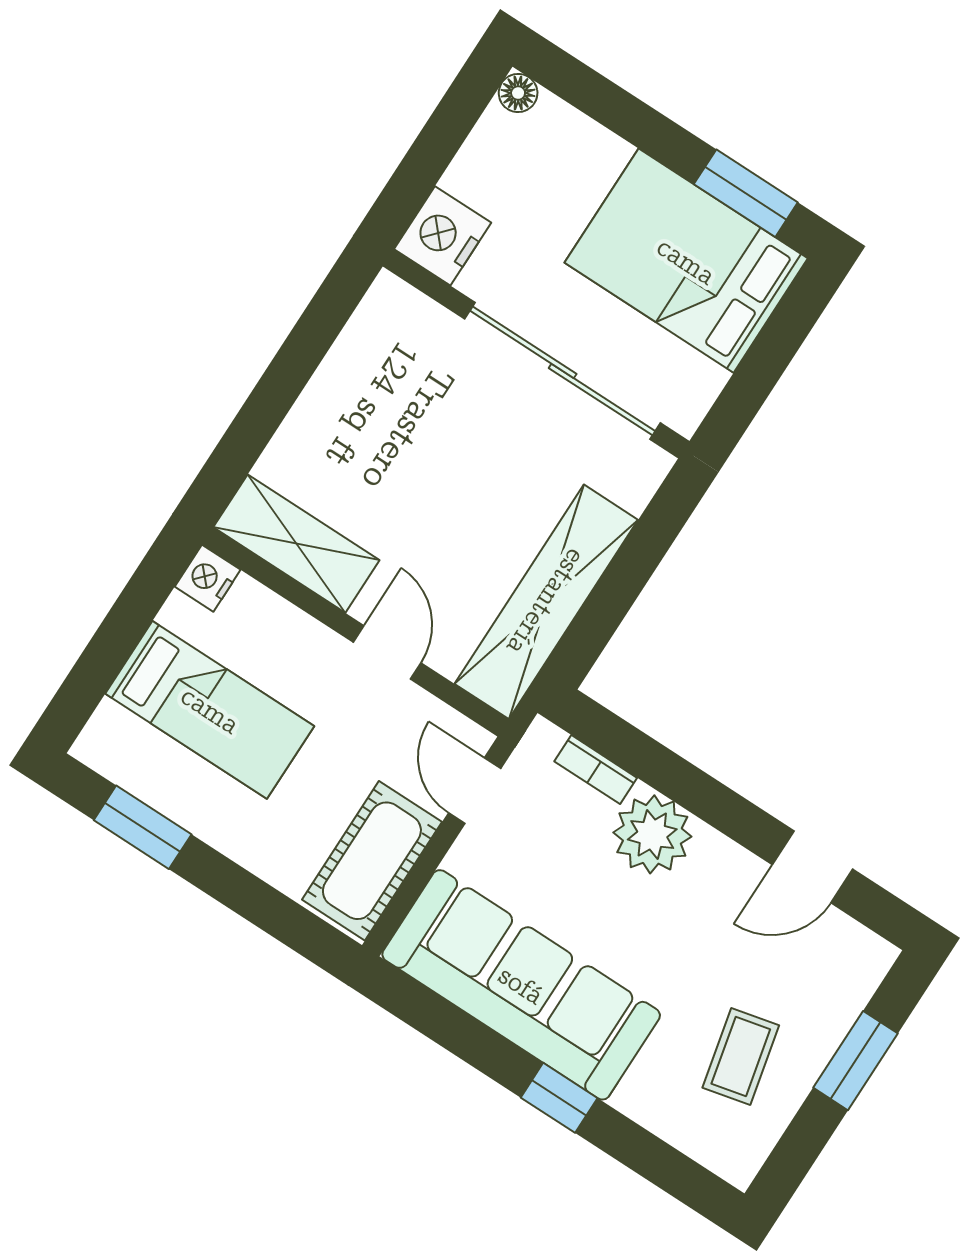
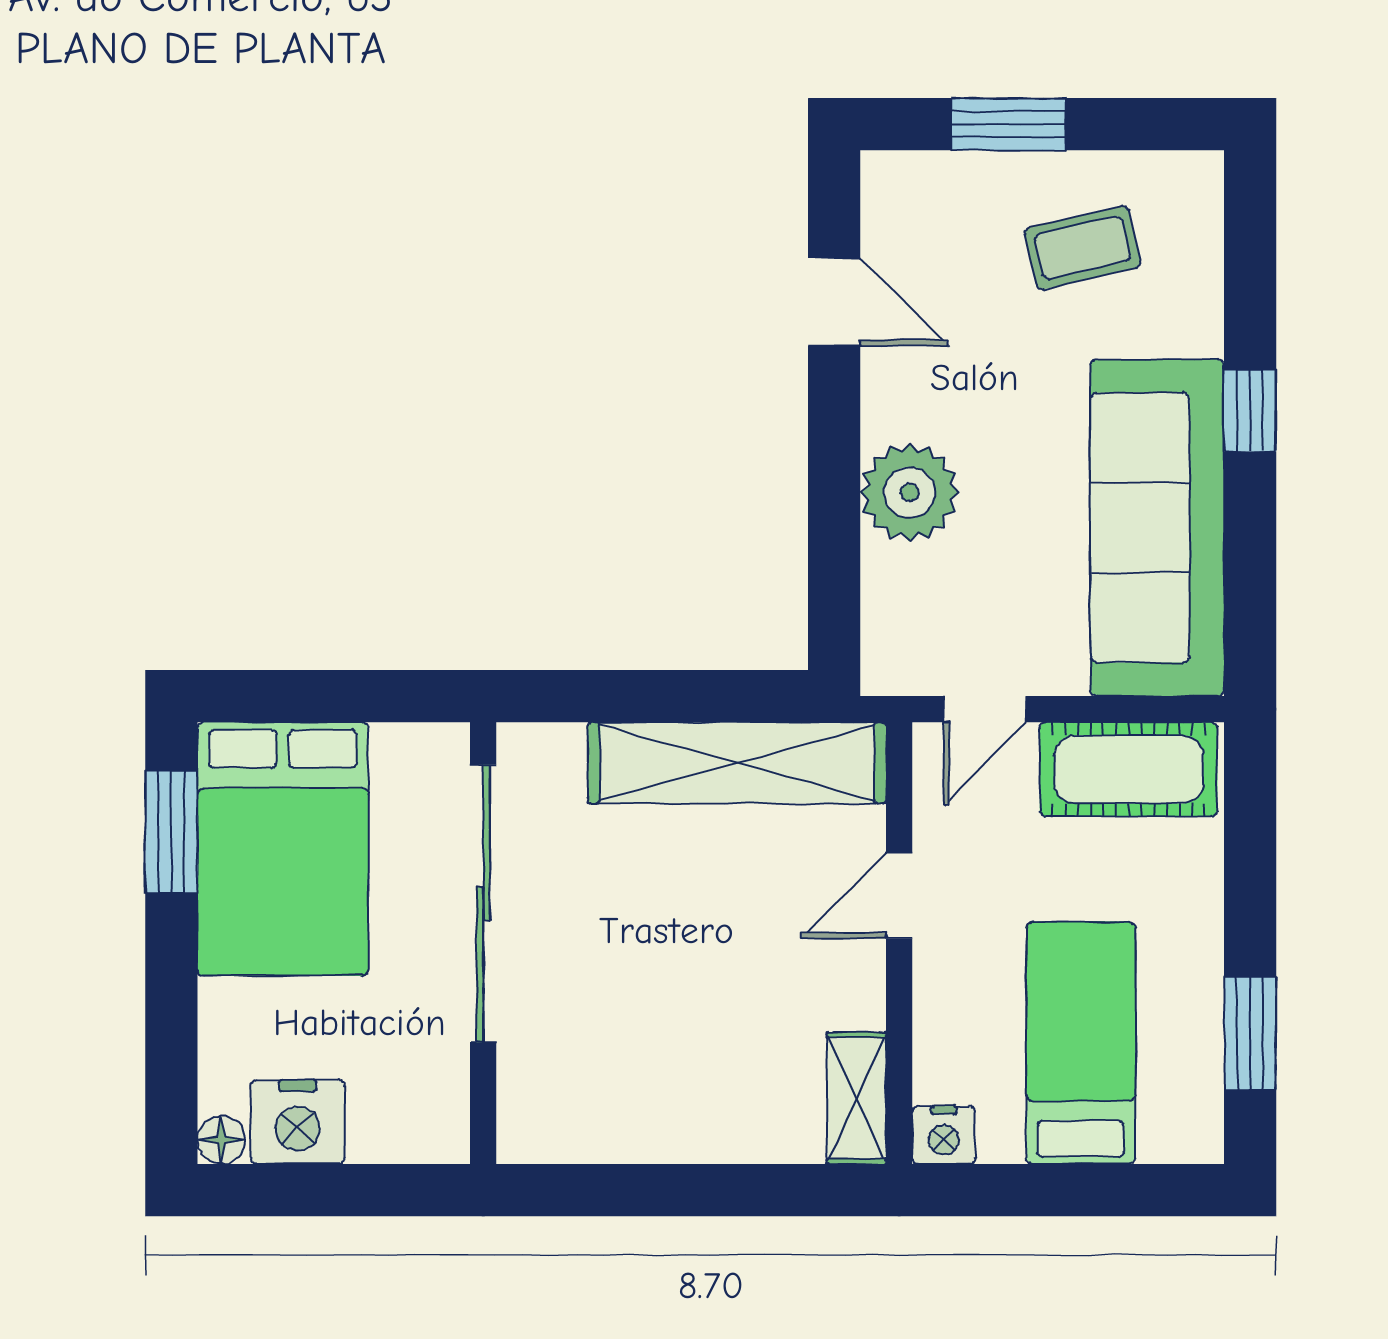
nightstand: (443, 236) -> (298, 1122), moved
shelving: (296, 544) -> (857, 1098), width x0.67, depth x0.75
bookcase: (596, 770) -> (880, 596), removed

